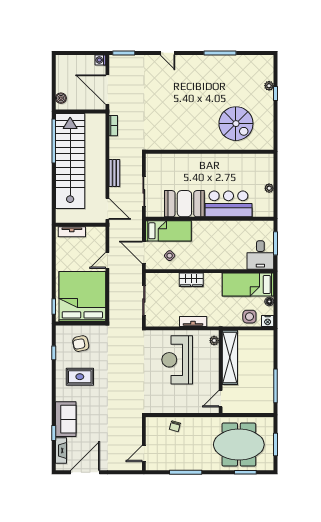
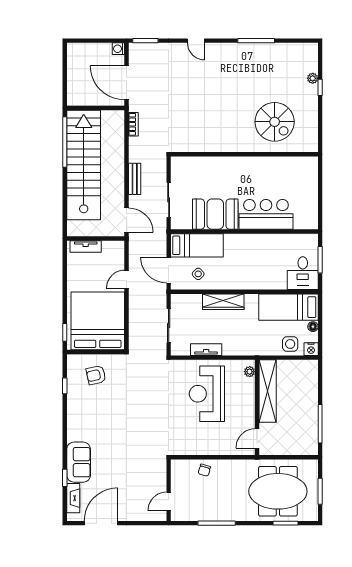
boiler: (61, 98) -> (73, 93), removed
plant: (269, 188) -> (313, 196), removed
wardrobe: (191, 280) -> (223, 302), width x1.50
tv unit: (193, 321) -> (206, 350), moved
rug: (80, 377) -> (95, 413), removed

